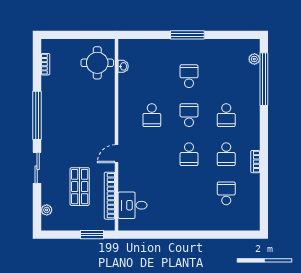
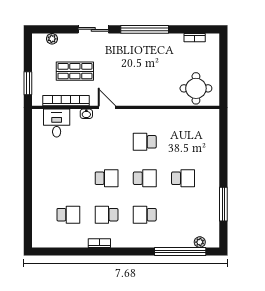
window: (187, 35) -> (223, 204), moved
washbasin: (123, 66) -> (86, 114), moved
school desk: (189, 154) -> (107, 178), turned 180

